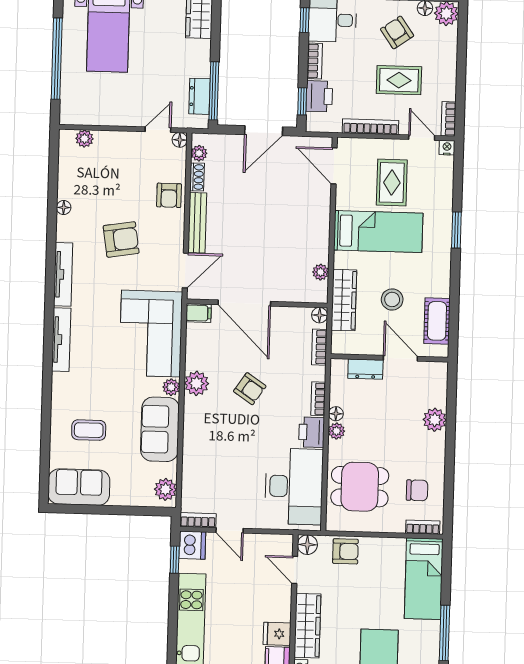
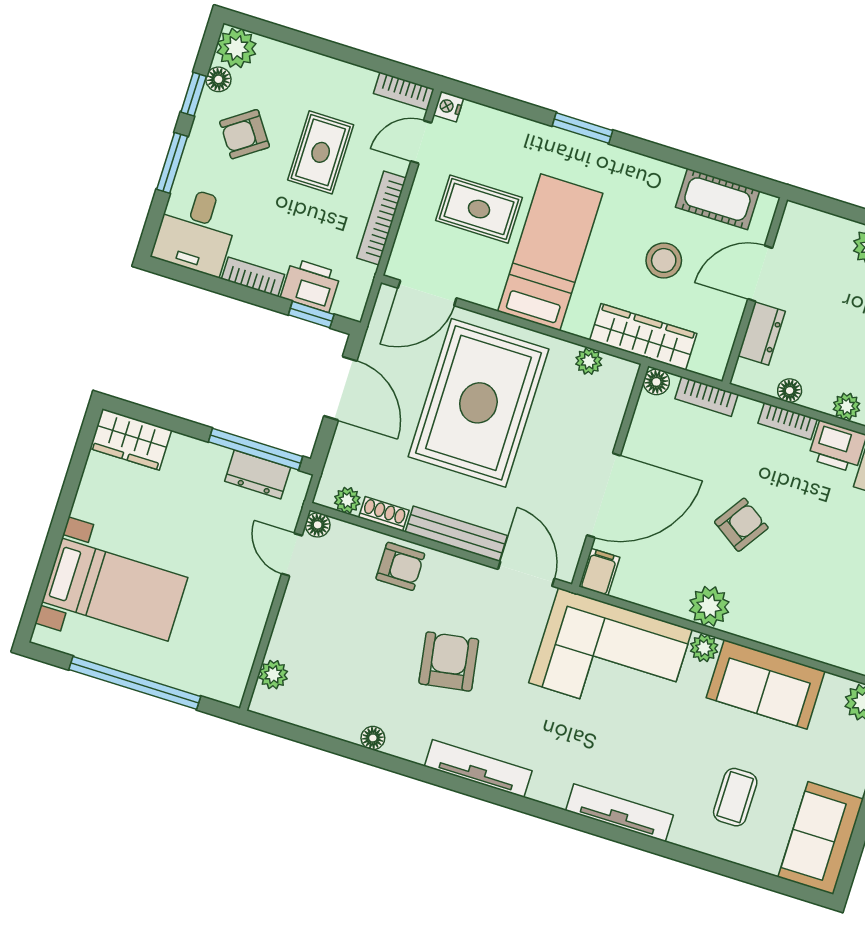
window: (305, 20) -> (184, 275), removed
rug: (278, 214) -> (478, 403), added
tv unit: (61, 340) -> (619, 813), moved
floor lamp: (336, 414) -> (790, 391), moved

